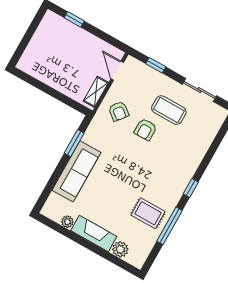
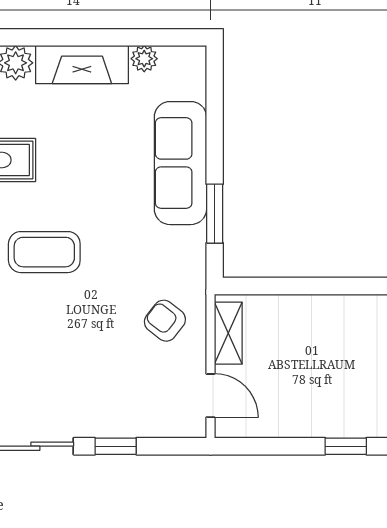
window: (156, 65) -> (116, 446), moved
coffee table: (169, 110) -> (44, 252), moved
armchair: (145, 129) -> (95, 315), removed

